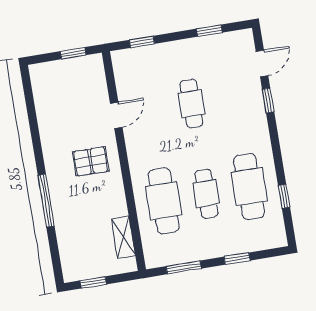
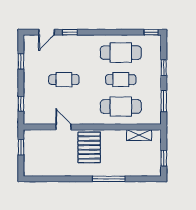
door: (262, 63) -> (46, 32), swing flipped
pallet: (91, 161) -> (89, 147), width x1.50, depth x1.42
window: (284, 196) -> (151, 32), moved

